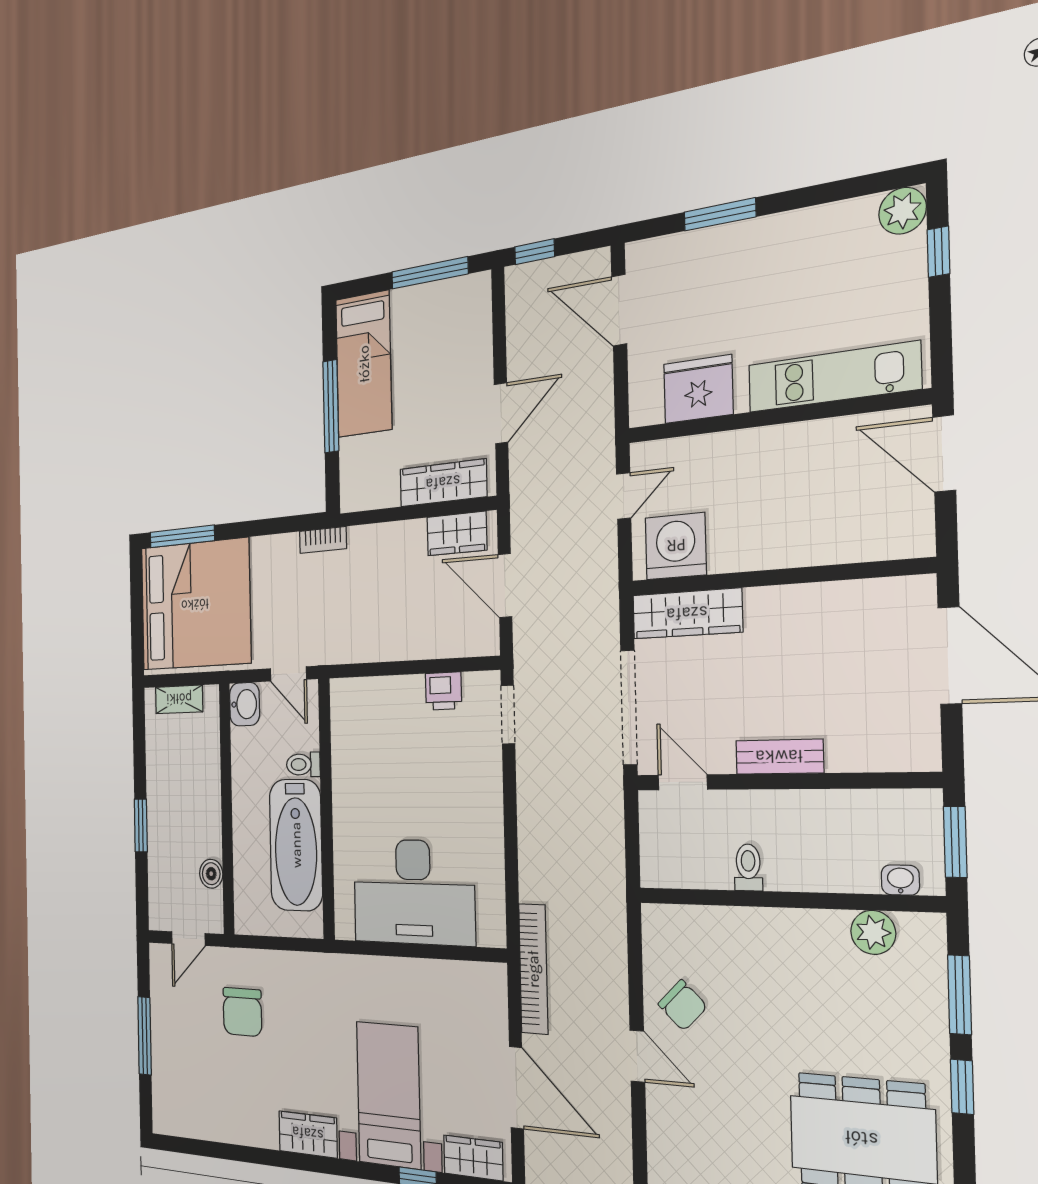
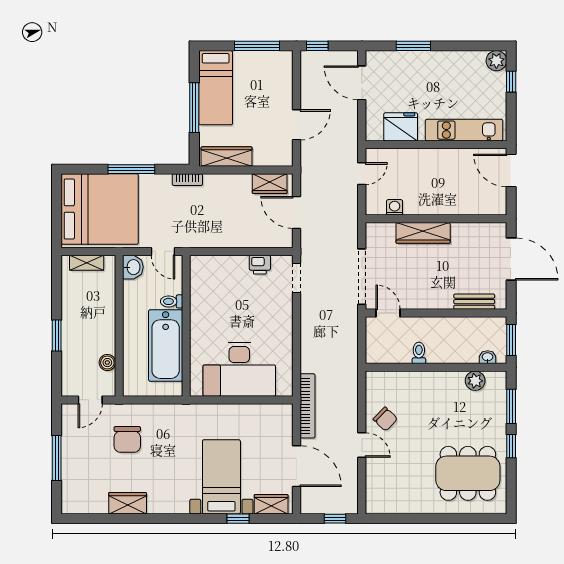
wardrobe: (443, 483) -> (227, 157), moved
window: (182, 536) -> (131, 169), moved
washing machine: (676, 546) -> (395, 207), width x0.53, depth x0.53
wardrobe: (687, 614) -> (423, 233), moved
bench: (779, 757) -> (474, 302), moved
wardrobe: (308, 1134) -> (128, 503), moved

